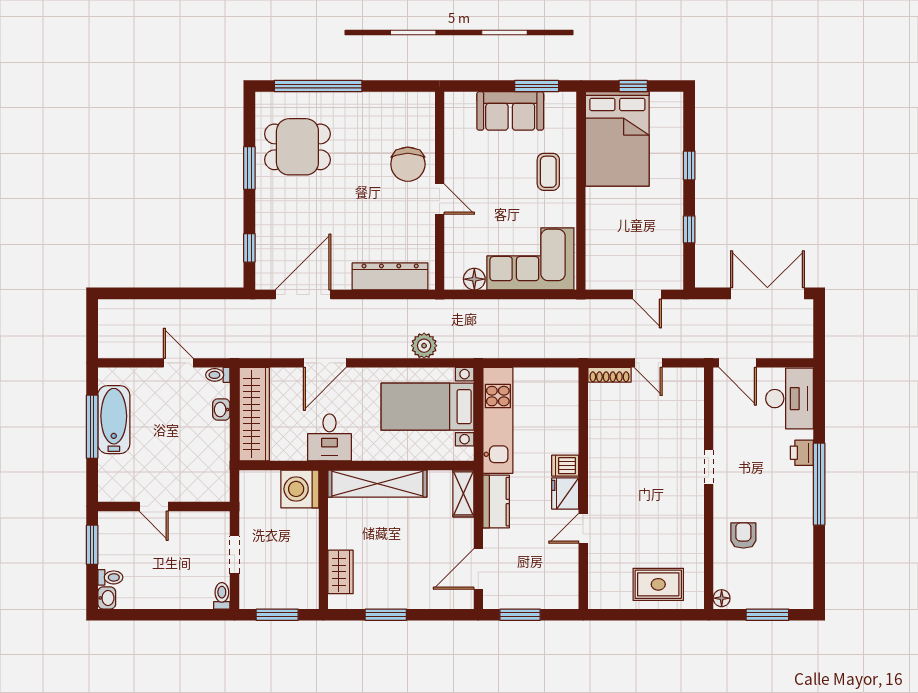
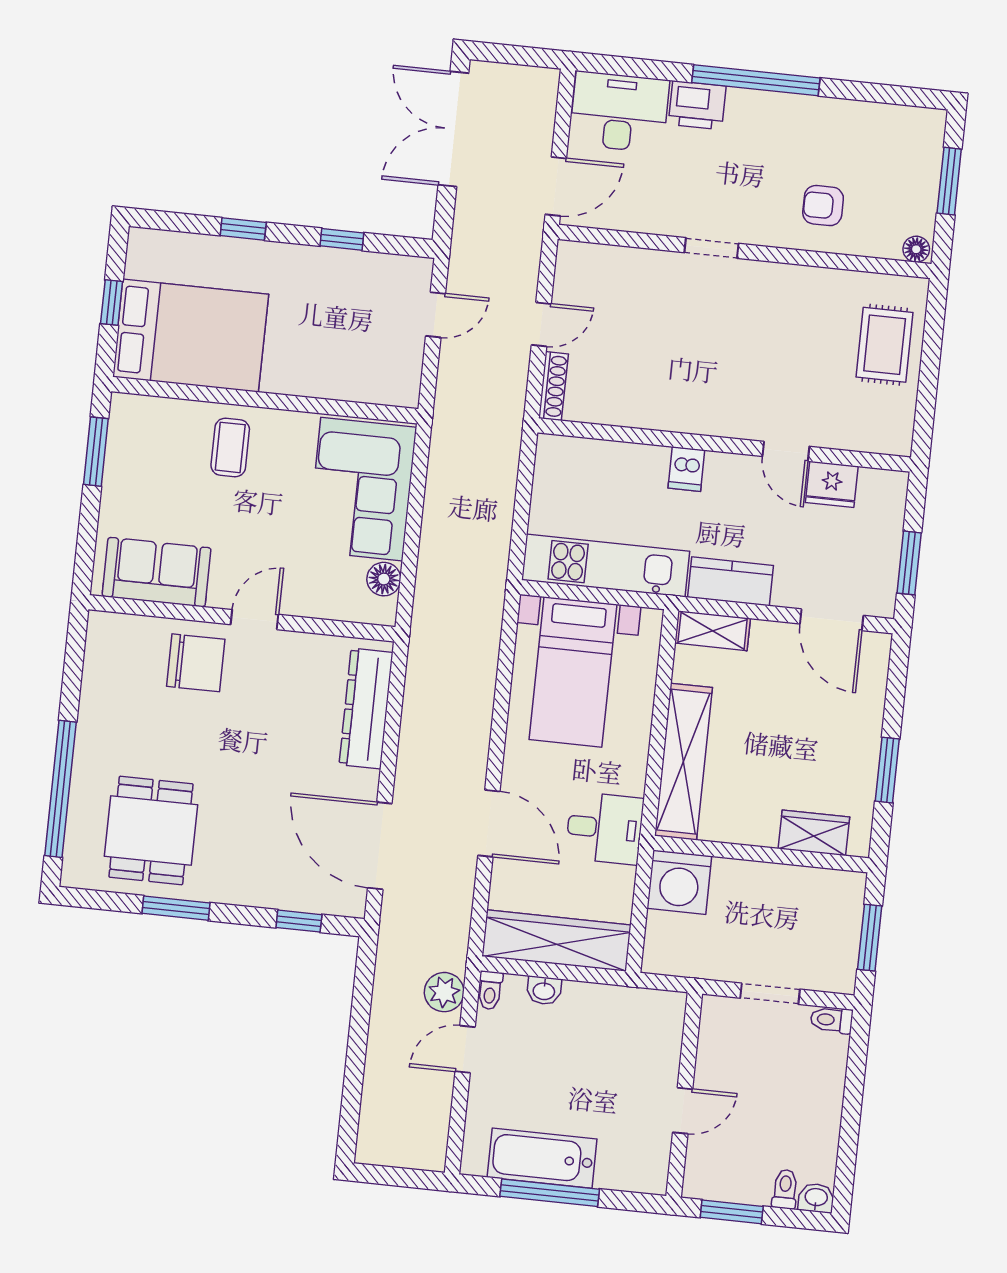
sofa: (510, 111) -> (157, 572), moved, turned -90
coffee table: (548, 172) -> (230, 447), turned 90
plant: (424, 346) -> (444, 992), moved
printer: (802, 453) -> (697, 105), width x1.36, depth x1.24
fridge: (565, 494) -> (832, 484), moved

